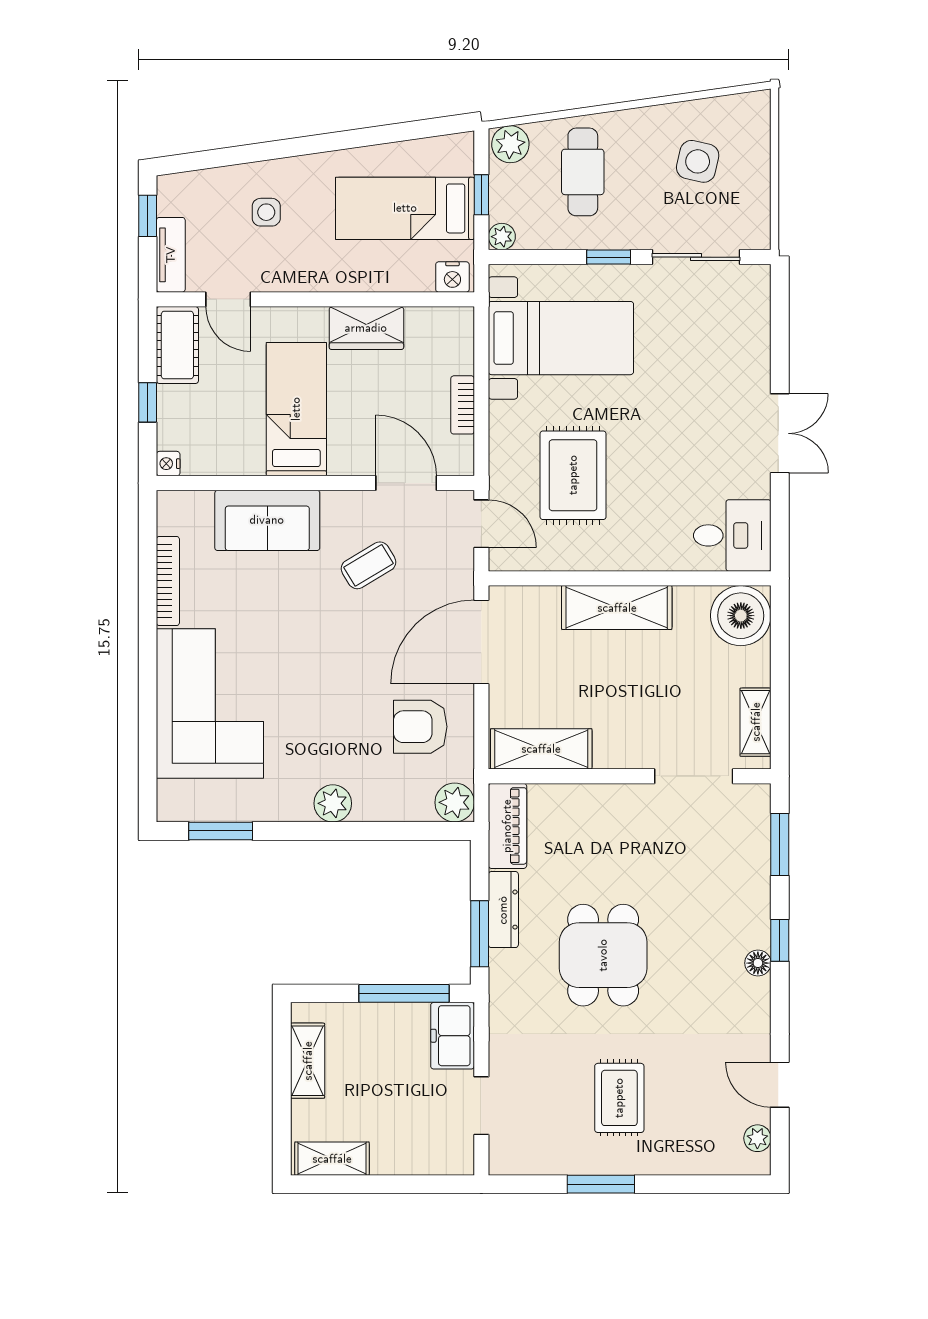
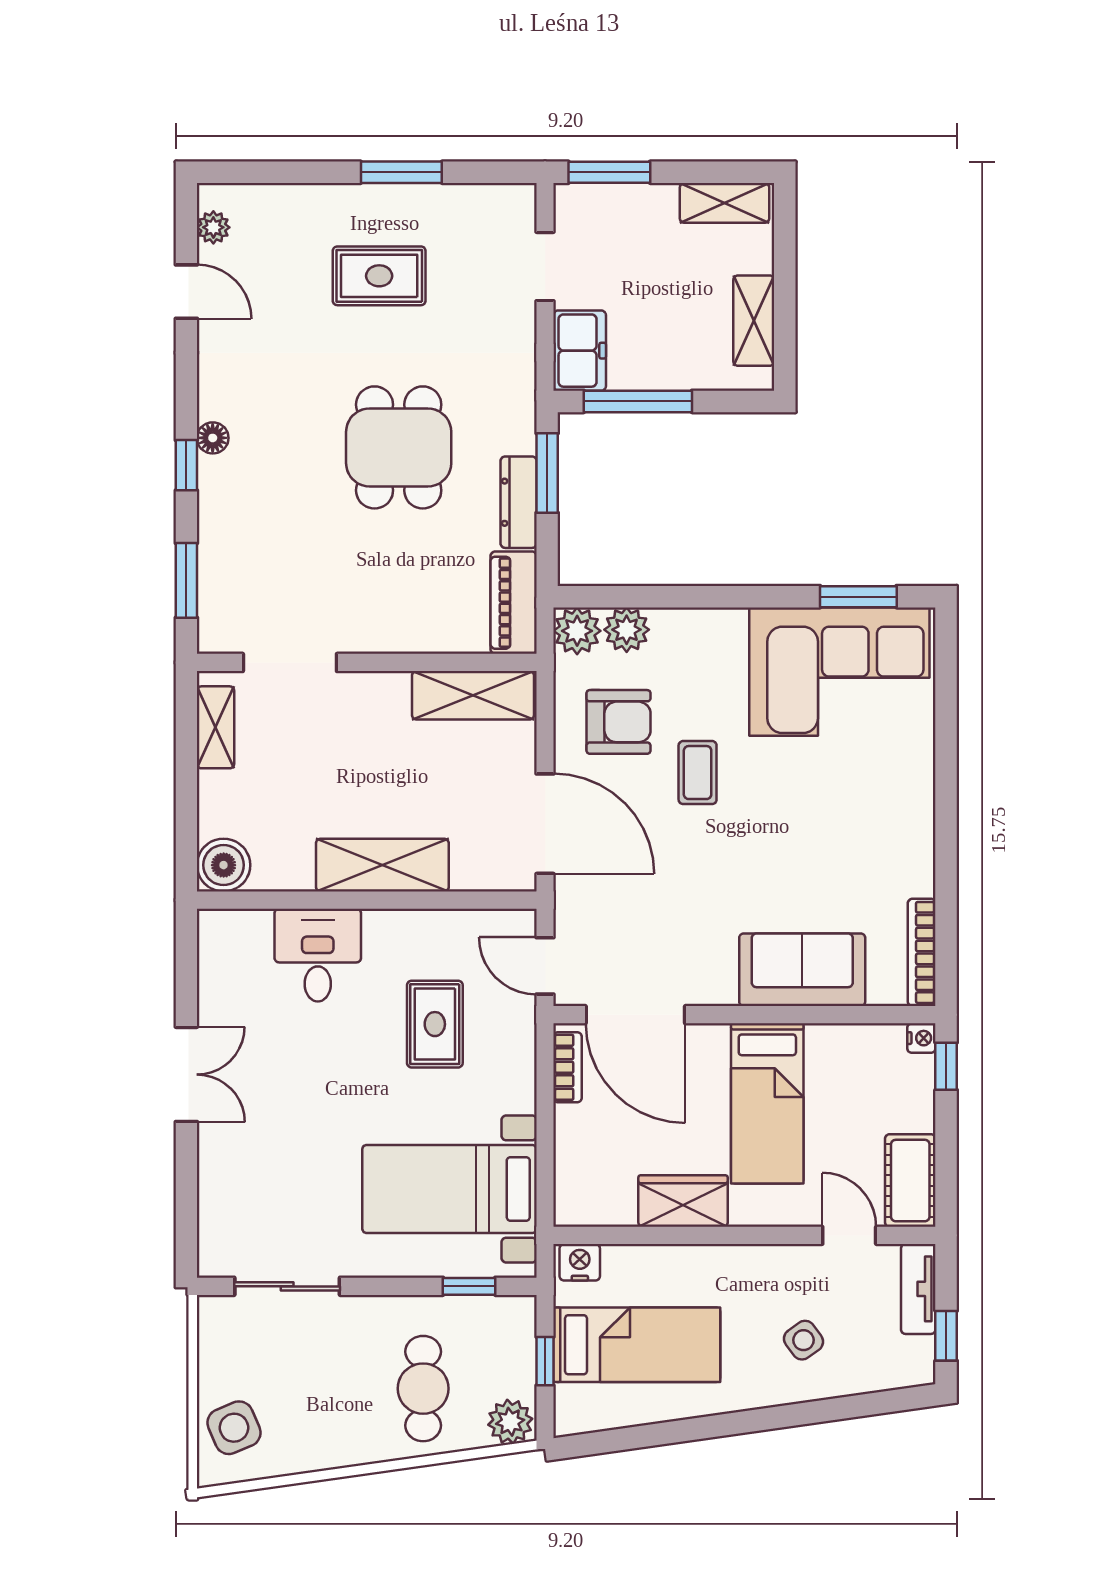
side table: (698, 161) -> (234, 1428), moved, turned -36
side table: (266, 212) -> (804, 1340), turned -36
plant: (502, 237) -> (520, 1311), removed
window: (609, 257) -> (469, 1286), moved
window: (148, 402) -> (946, 1066), moved
bookcase: (463, 405) -> (568, 1067), moved
double door: (780, 433) -> (186, 1074), swing flipped
rug: (573, 475) -> (435, 1024), width x0.73, depth x0.70
door: (406, 483) -> (635, 1015), width x1.36
desk: (732, 535) -> (318, 955), moved, turned 90
coffee table: (369, 565) -> (698, 773), moved, turned -59
bookcase: (168, 581) -> (922, 952), moved
boiler: (741, 616) -> (224, 865), width x0.73, depth x0.73
door: (481, 642) -> (545, 824), hinge flipped
corner sofa: (210, 703) -> (839, 672), moved, turned -90
plant: (333, 803) -> (627, 630), moved
rug: (619, 1098) -> (379, 276), turned 90
window: (428, 1184) -> (609, 172), added

